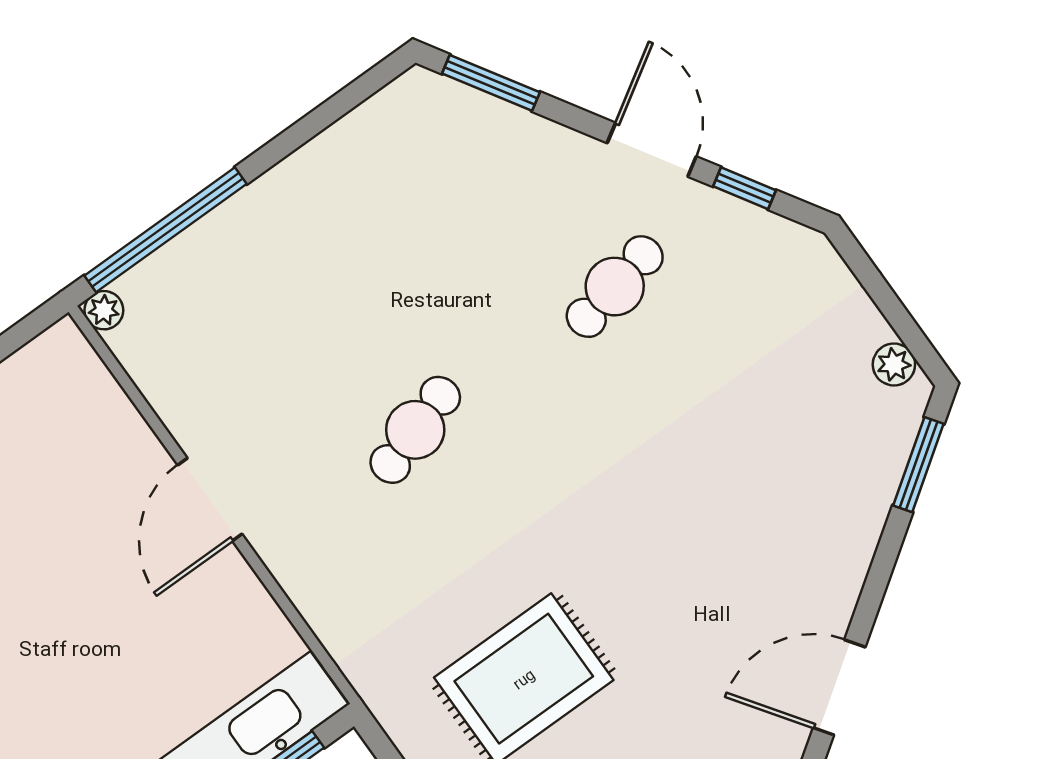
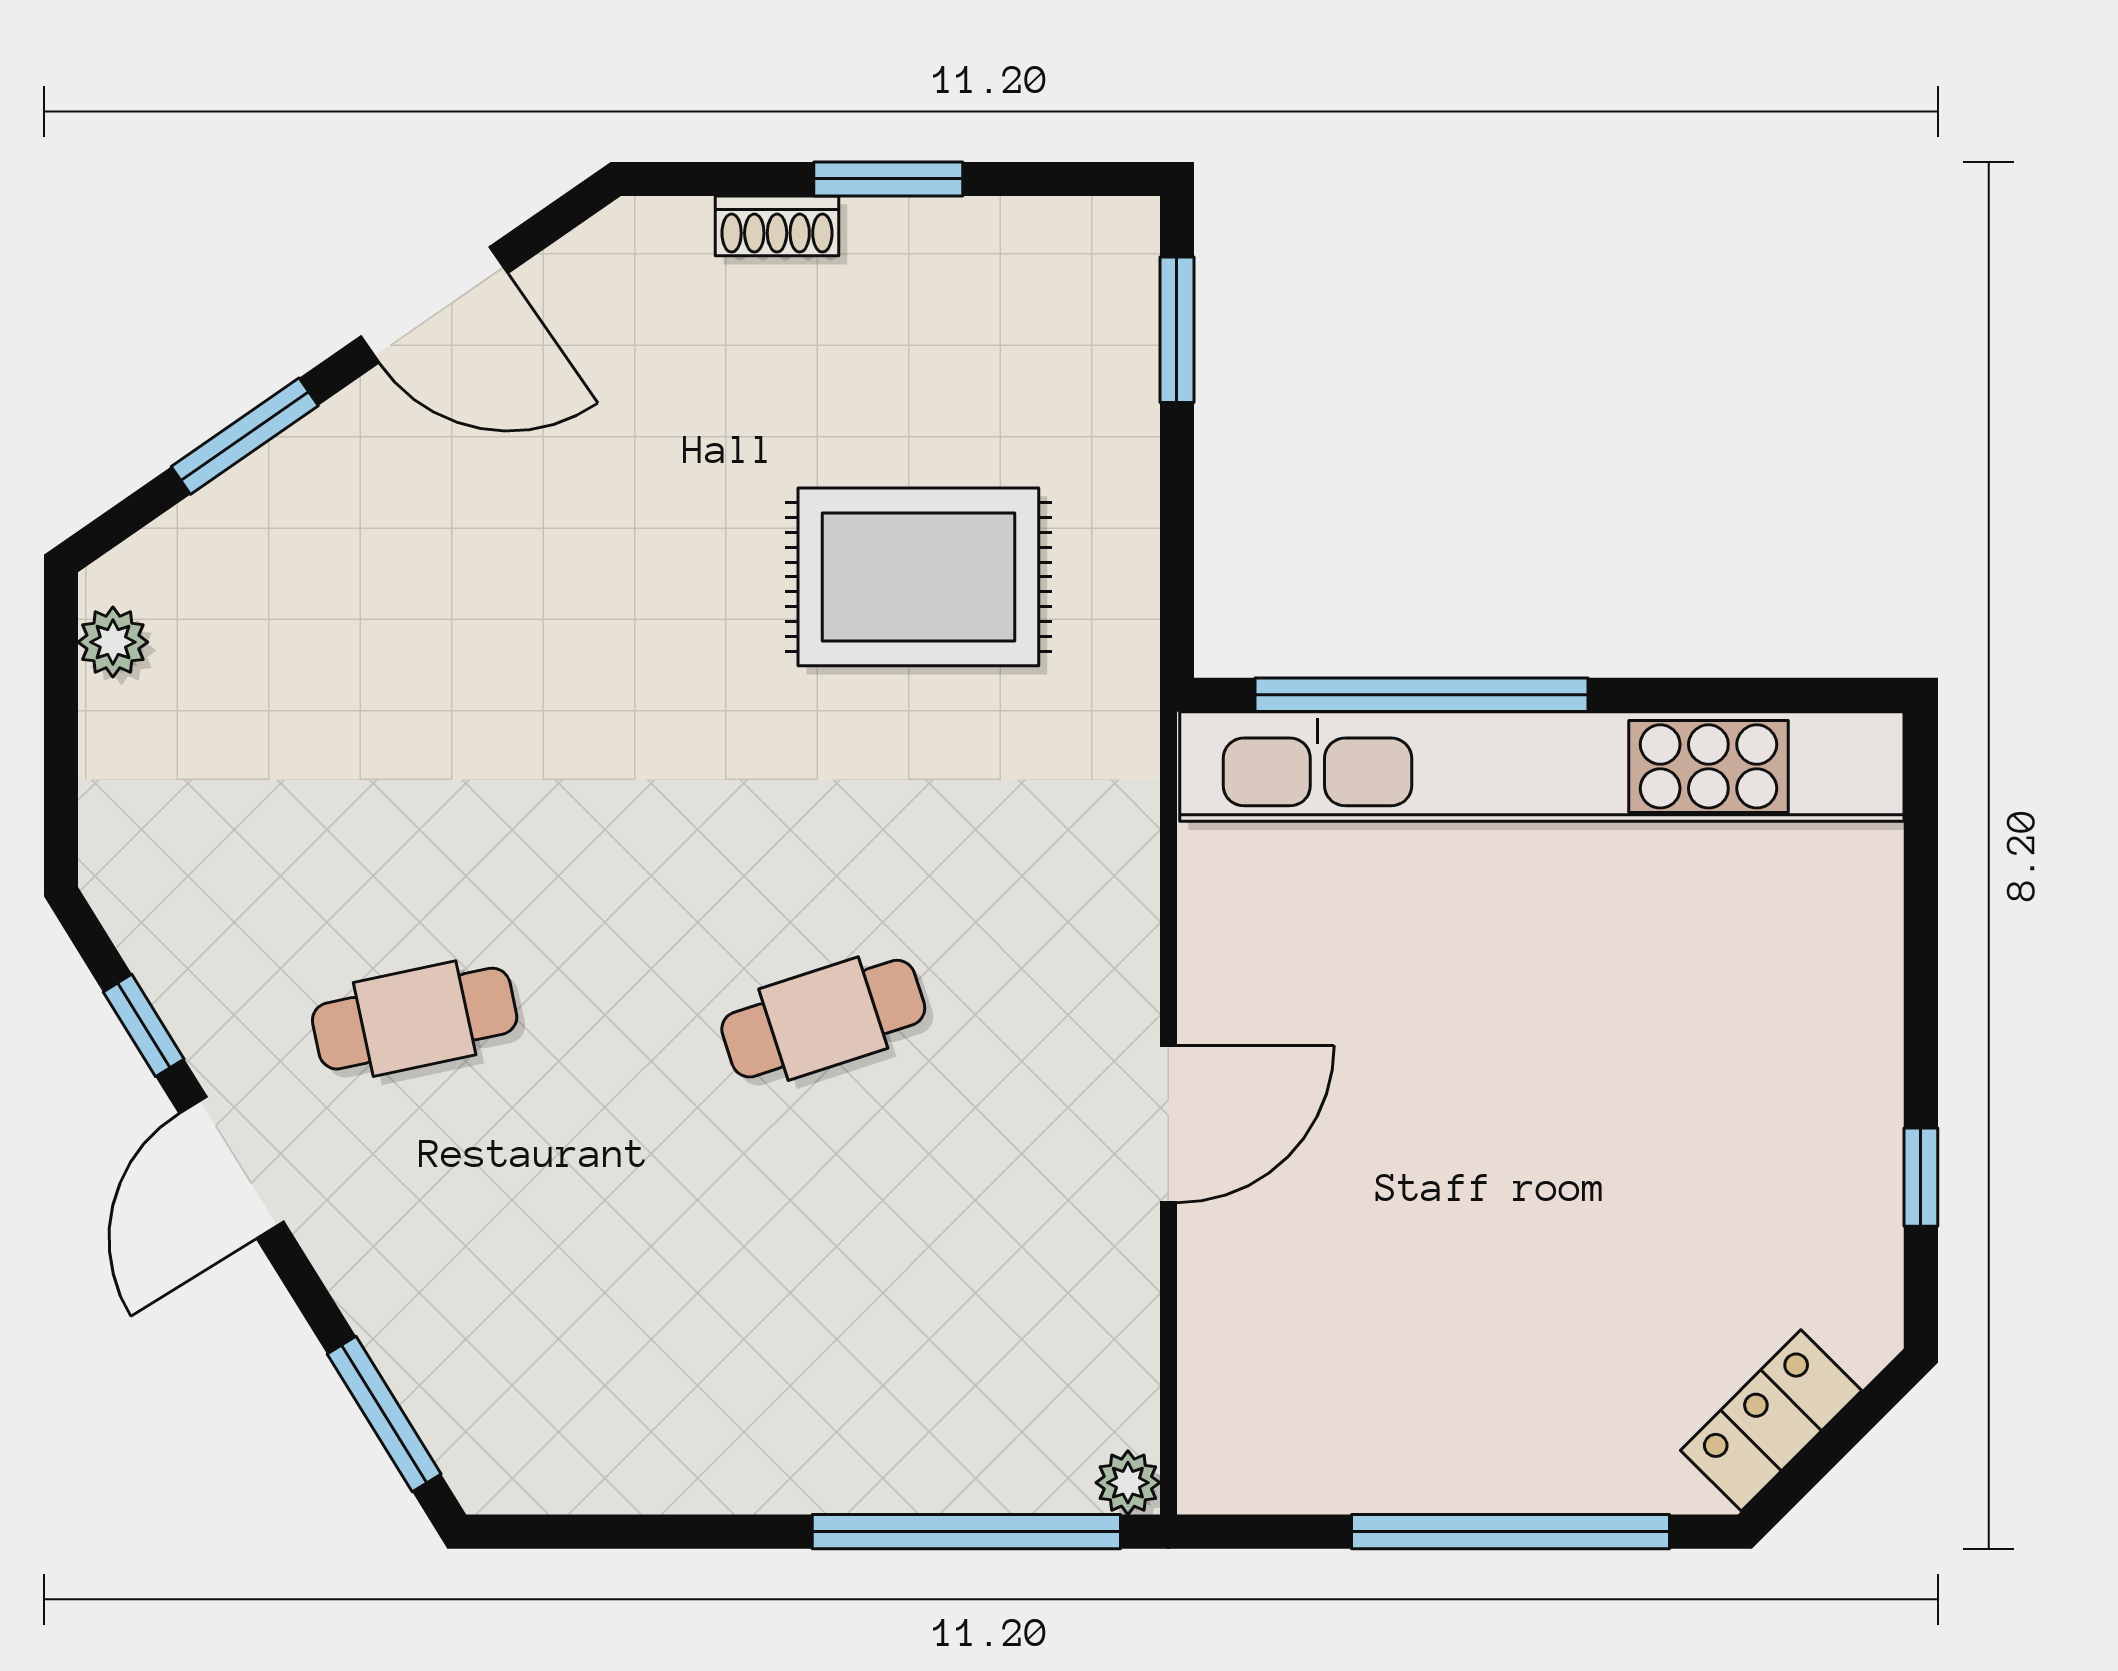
window: (918, 465) -> (245, 436), moved
door: (839, 687) -> (434, 305), moved

